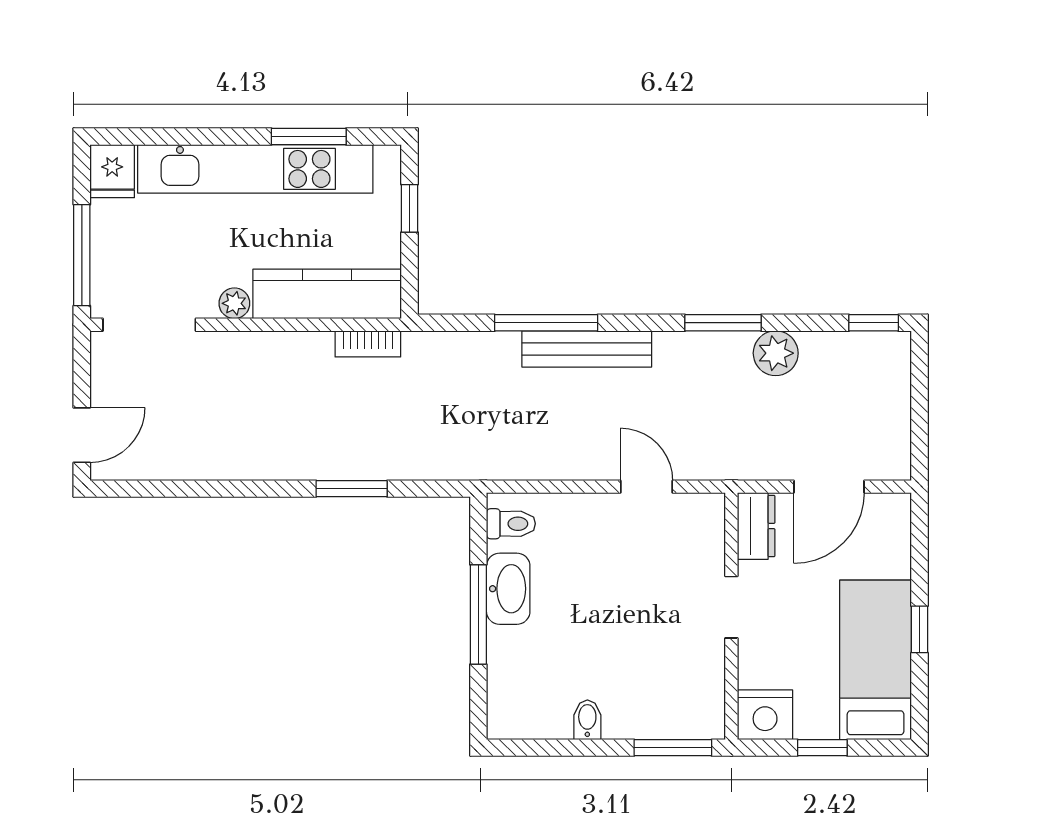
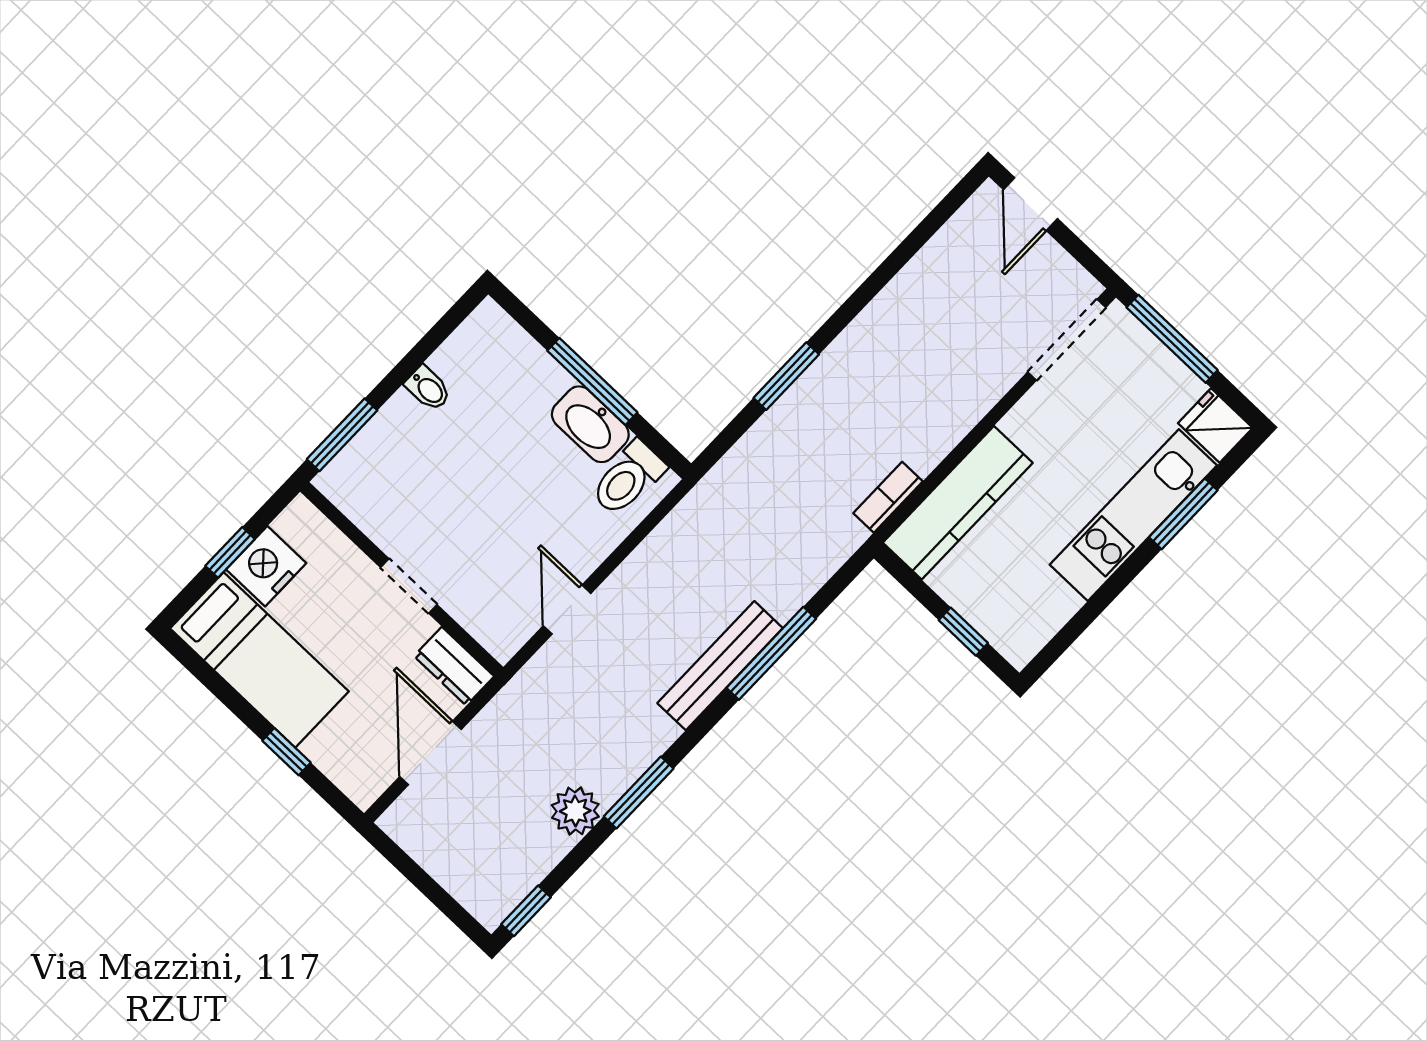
window: (309, 136) -> (1183, 514), moved
kitchen unit: (255, 169) -> (1133, 515), width x0.73
plant: (234, 303) -> (1020, 423), removed
door: (647, 487) -> (567, 610), swing flipped
toilet: (511, 524) -> (628, 478), width x1.37, depth x1.39
window: (920, 629) -> (286, 752), moved
nightstand: (765, 715) -> (266, 566), moved

